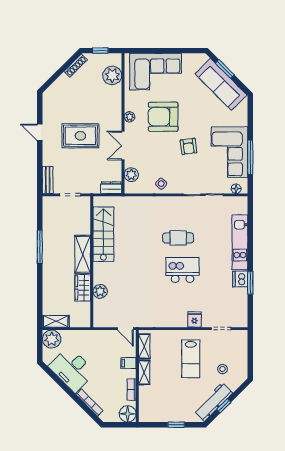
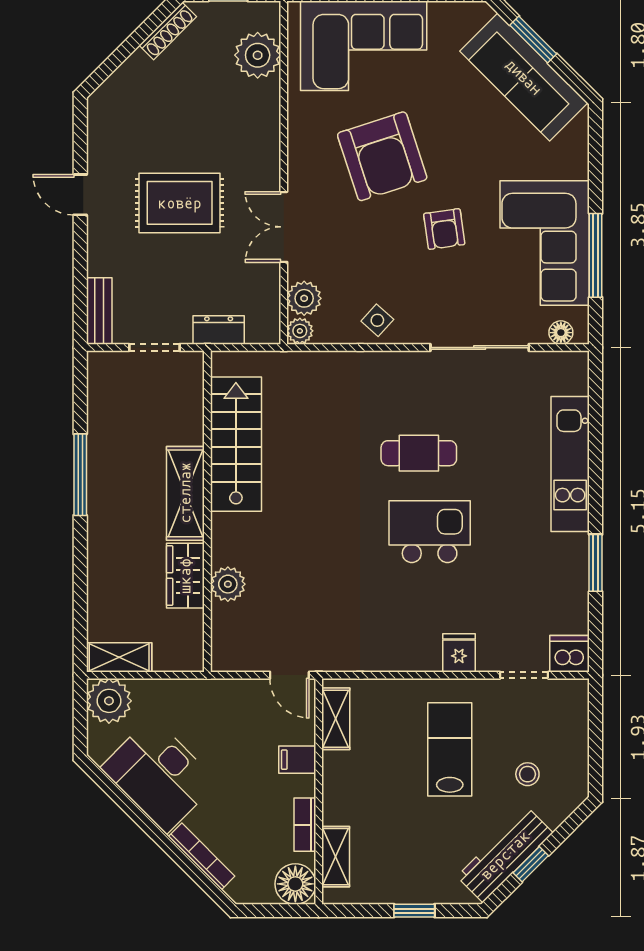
plant: (130, 117) -> (300, 331), moved
armchair: (163, 117) -> (382, 156), turned -108
dresser: (111, 188) -> (219, 330), moved
dishwasher: (240, 279) -> (570, 654), moved, turned 90
lab bench: (191, 359) -> (450, 749), turned 180
shelving: (144, 372) -> (336, 857), moved

